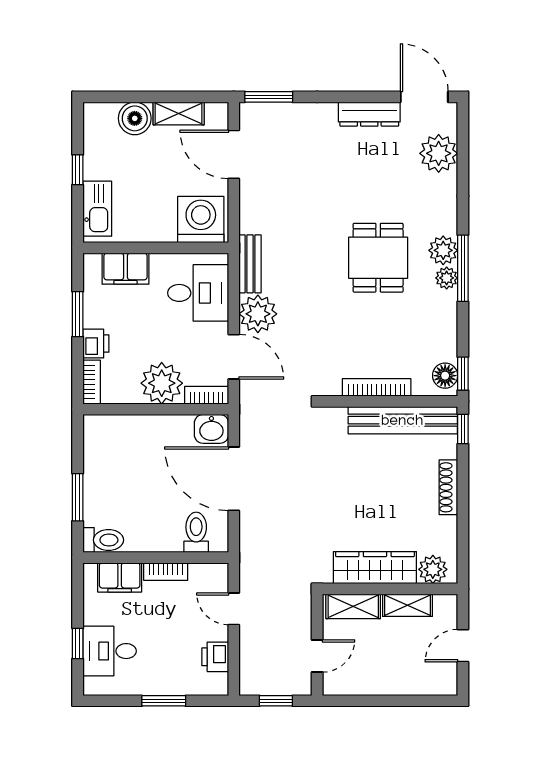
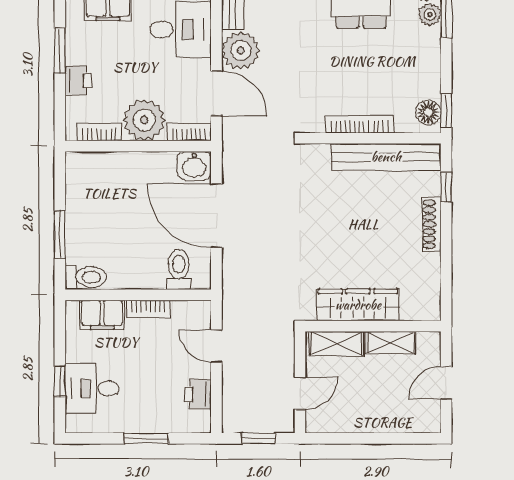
bookcase: (92, 382) -> (99, 132), moved, turned -90
window: (463, 429) -> (446, 187), moved
plant: (433, 569) -> (416, 307), removed

